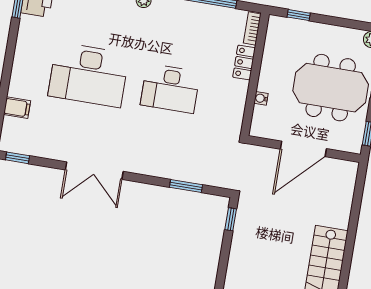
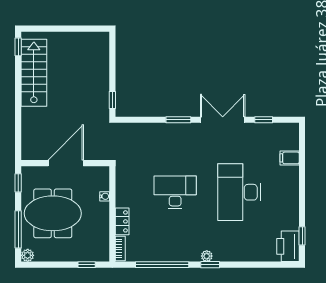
desk: (89, 75) -> (239, 192), turned -90
window: (17, 158) -> (264, 120), moved
window: (186, 186) -> (178, 120), moved

